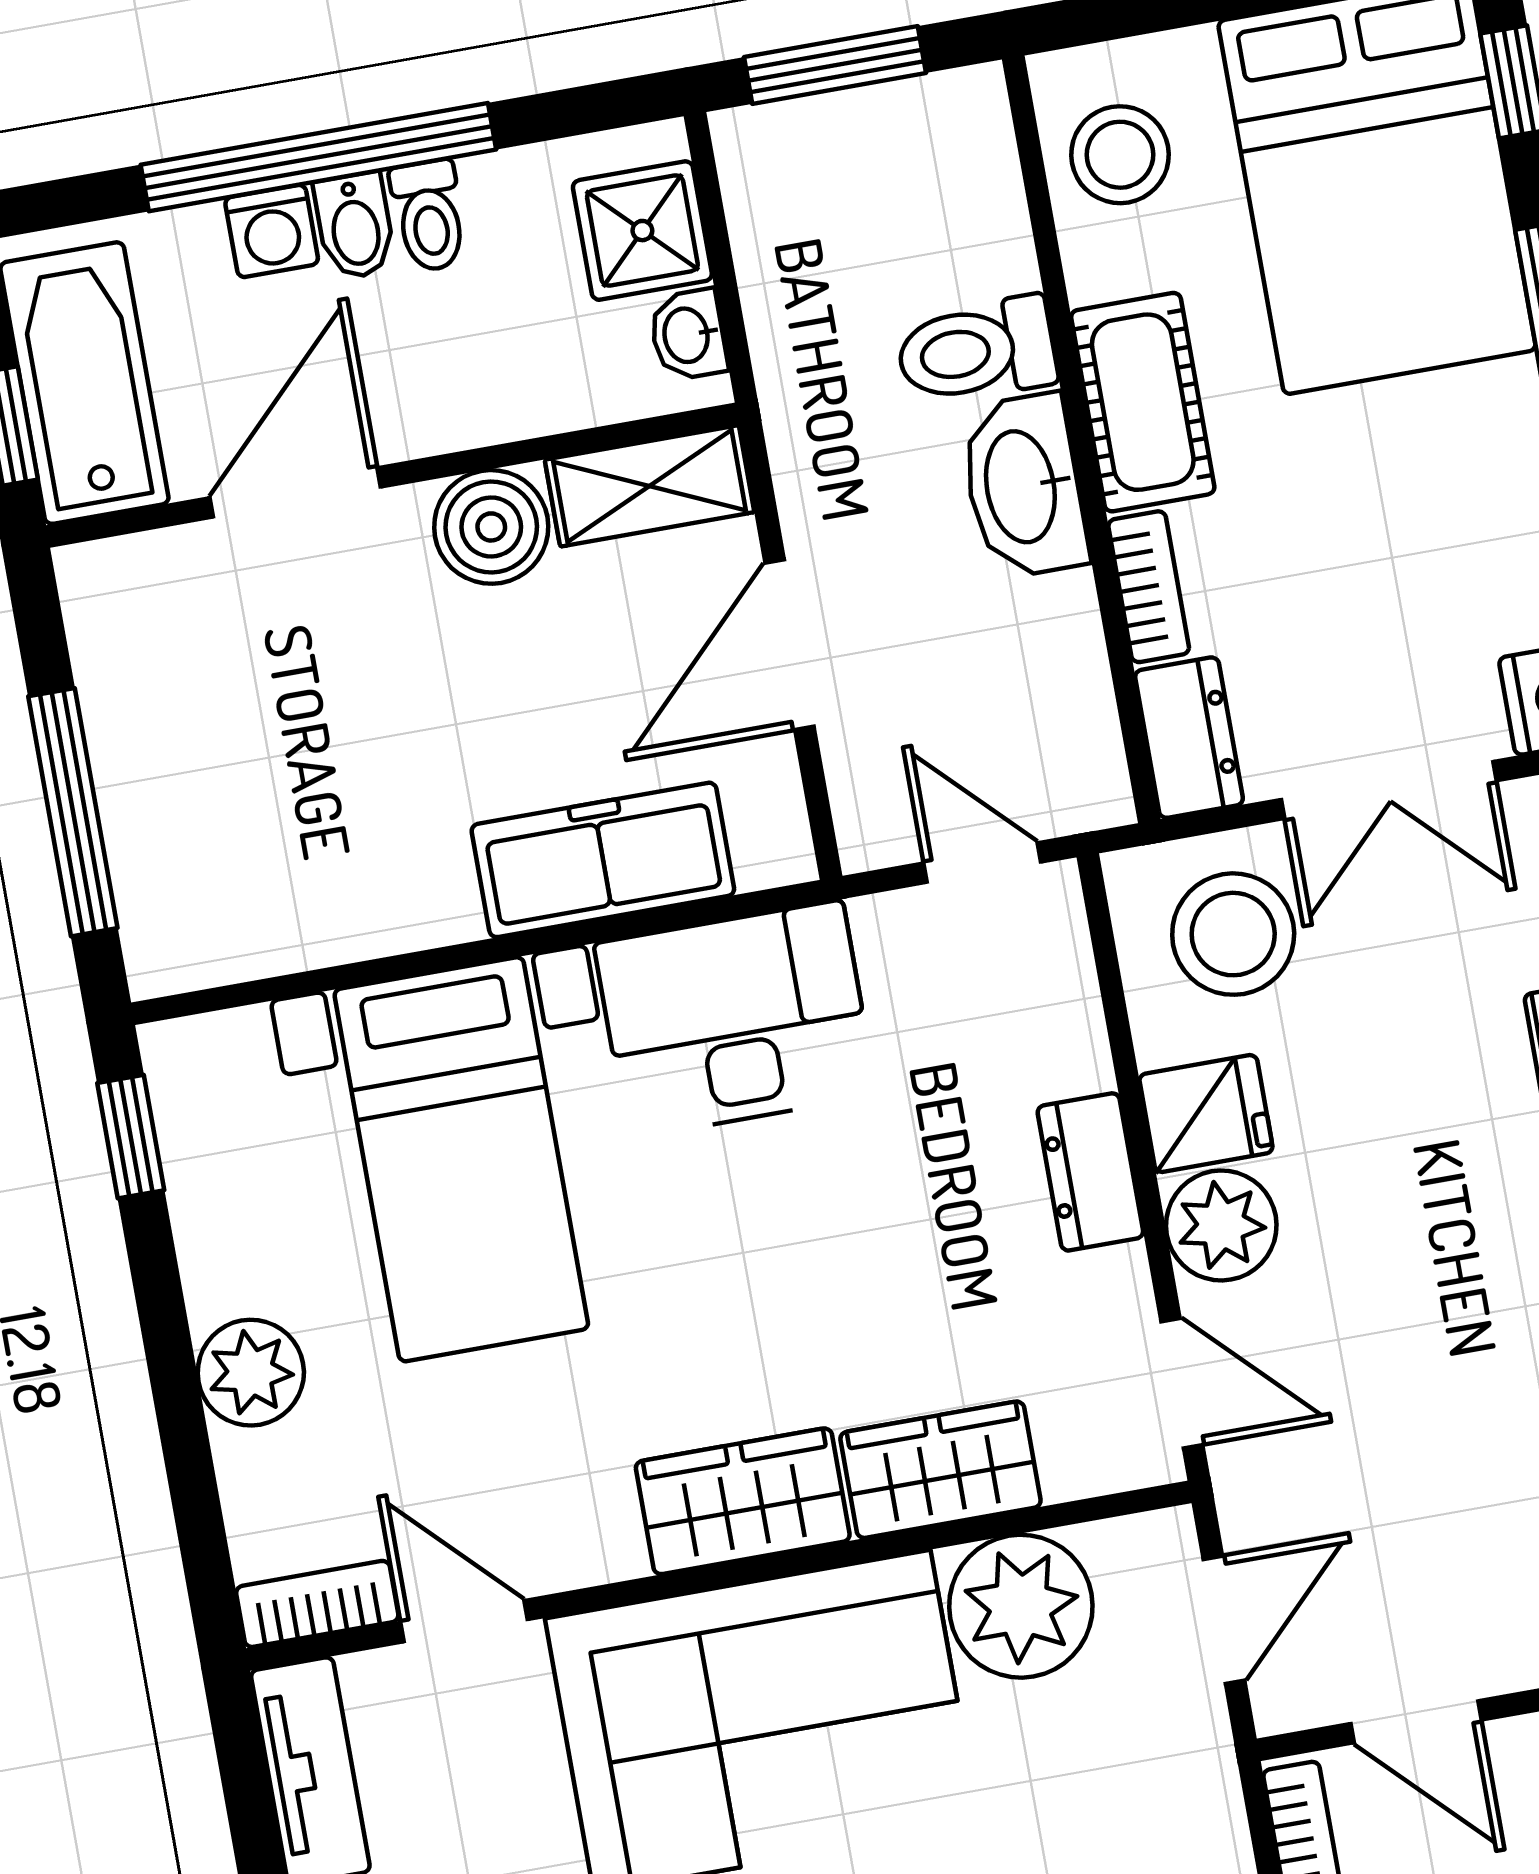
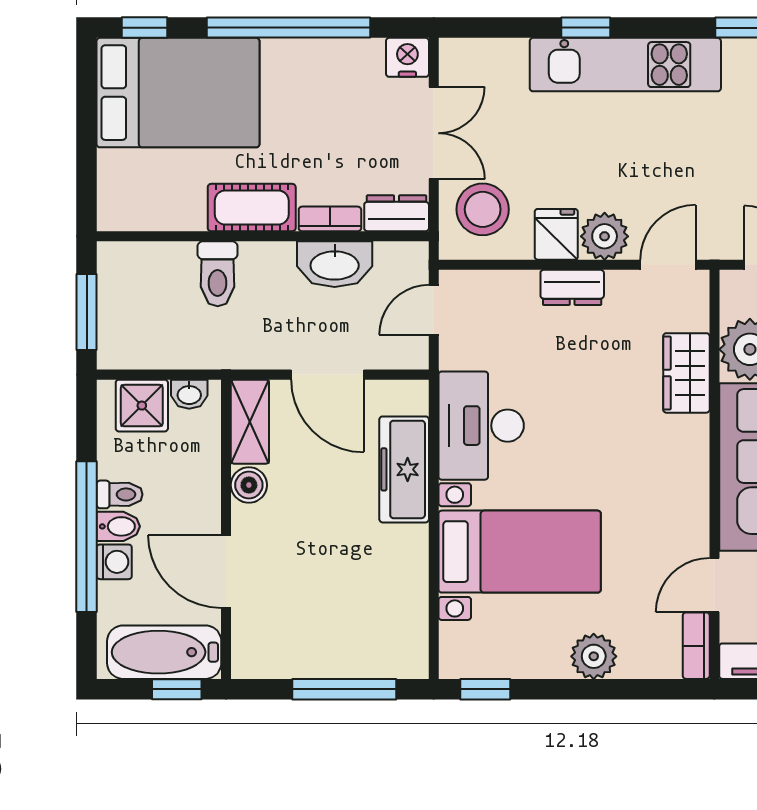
stool: (1120, 155) -> (146, 199), removed
washbasin: (1024, 486) -> (335, 264), moved
boiler: (491, 527) -> (249, 485), width x0.73, depth x0.73
wardrobe: (743, 1501) -> (685, 459), removed

